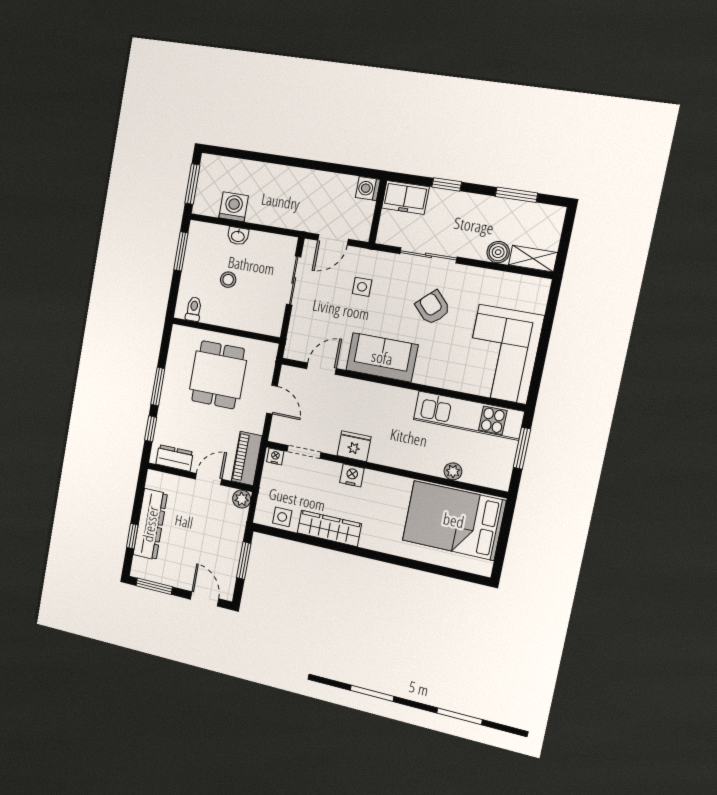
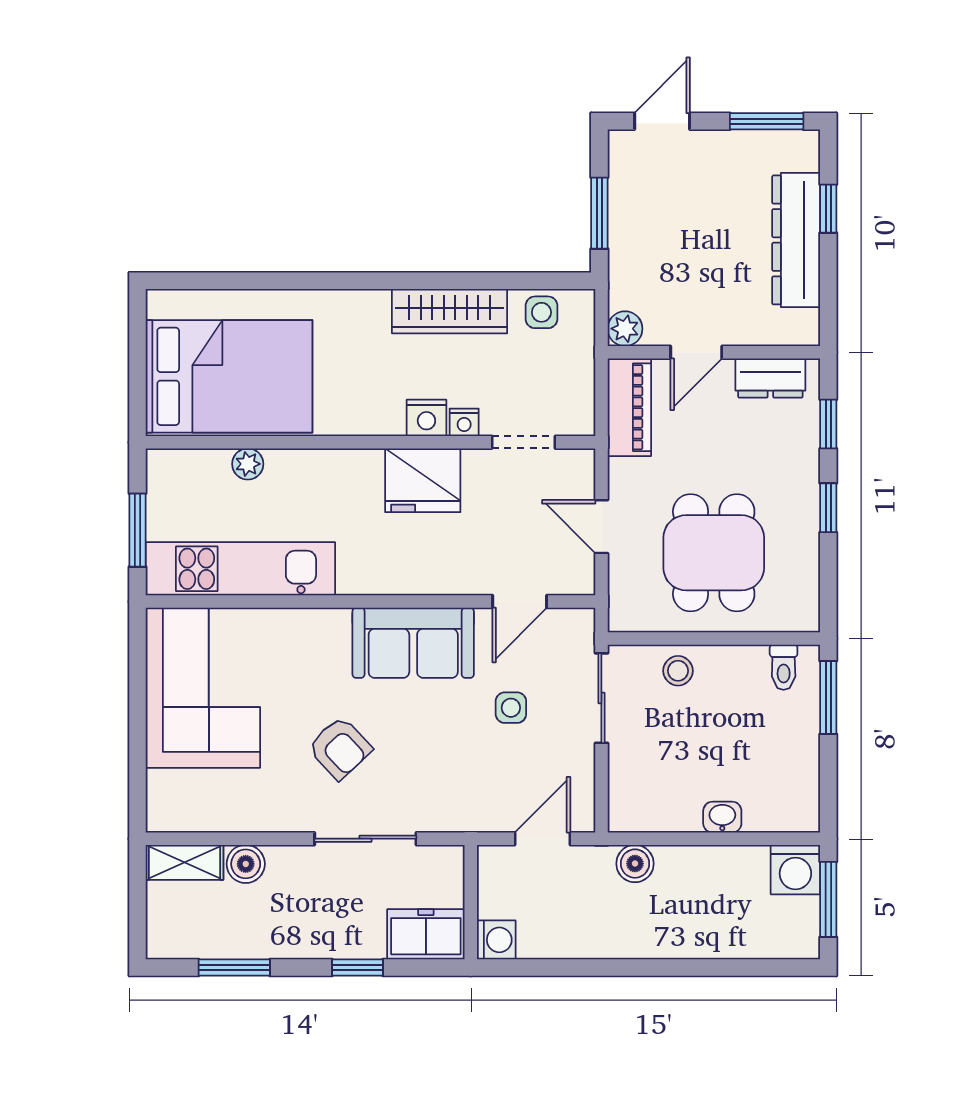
washing machine: (234, 207) -> (795, 870), moved
boiler: (287, 219) -> (635, 864), added
window: (181, 251) -> (828, 698), moved
stool: (228, 280) -> (678, 671), moved
sliding door: (294, 281) -> (601, 698), moved
side table: (362, 287) -> (511, 708), moved
window: (158, 387) -> (828, 508), width x0.67
fridge: (354, 446) -> (423, 480), width x1.36, depth x1.34
nightstand: (275, 456) -> (464, 422), moved
door: (205, 599) -> (662, 121), swing flipped

